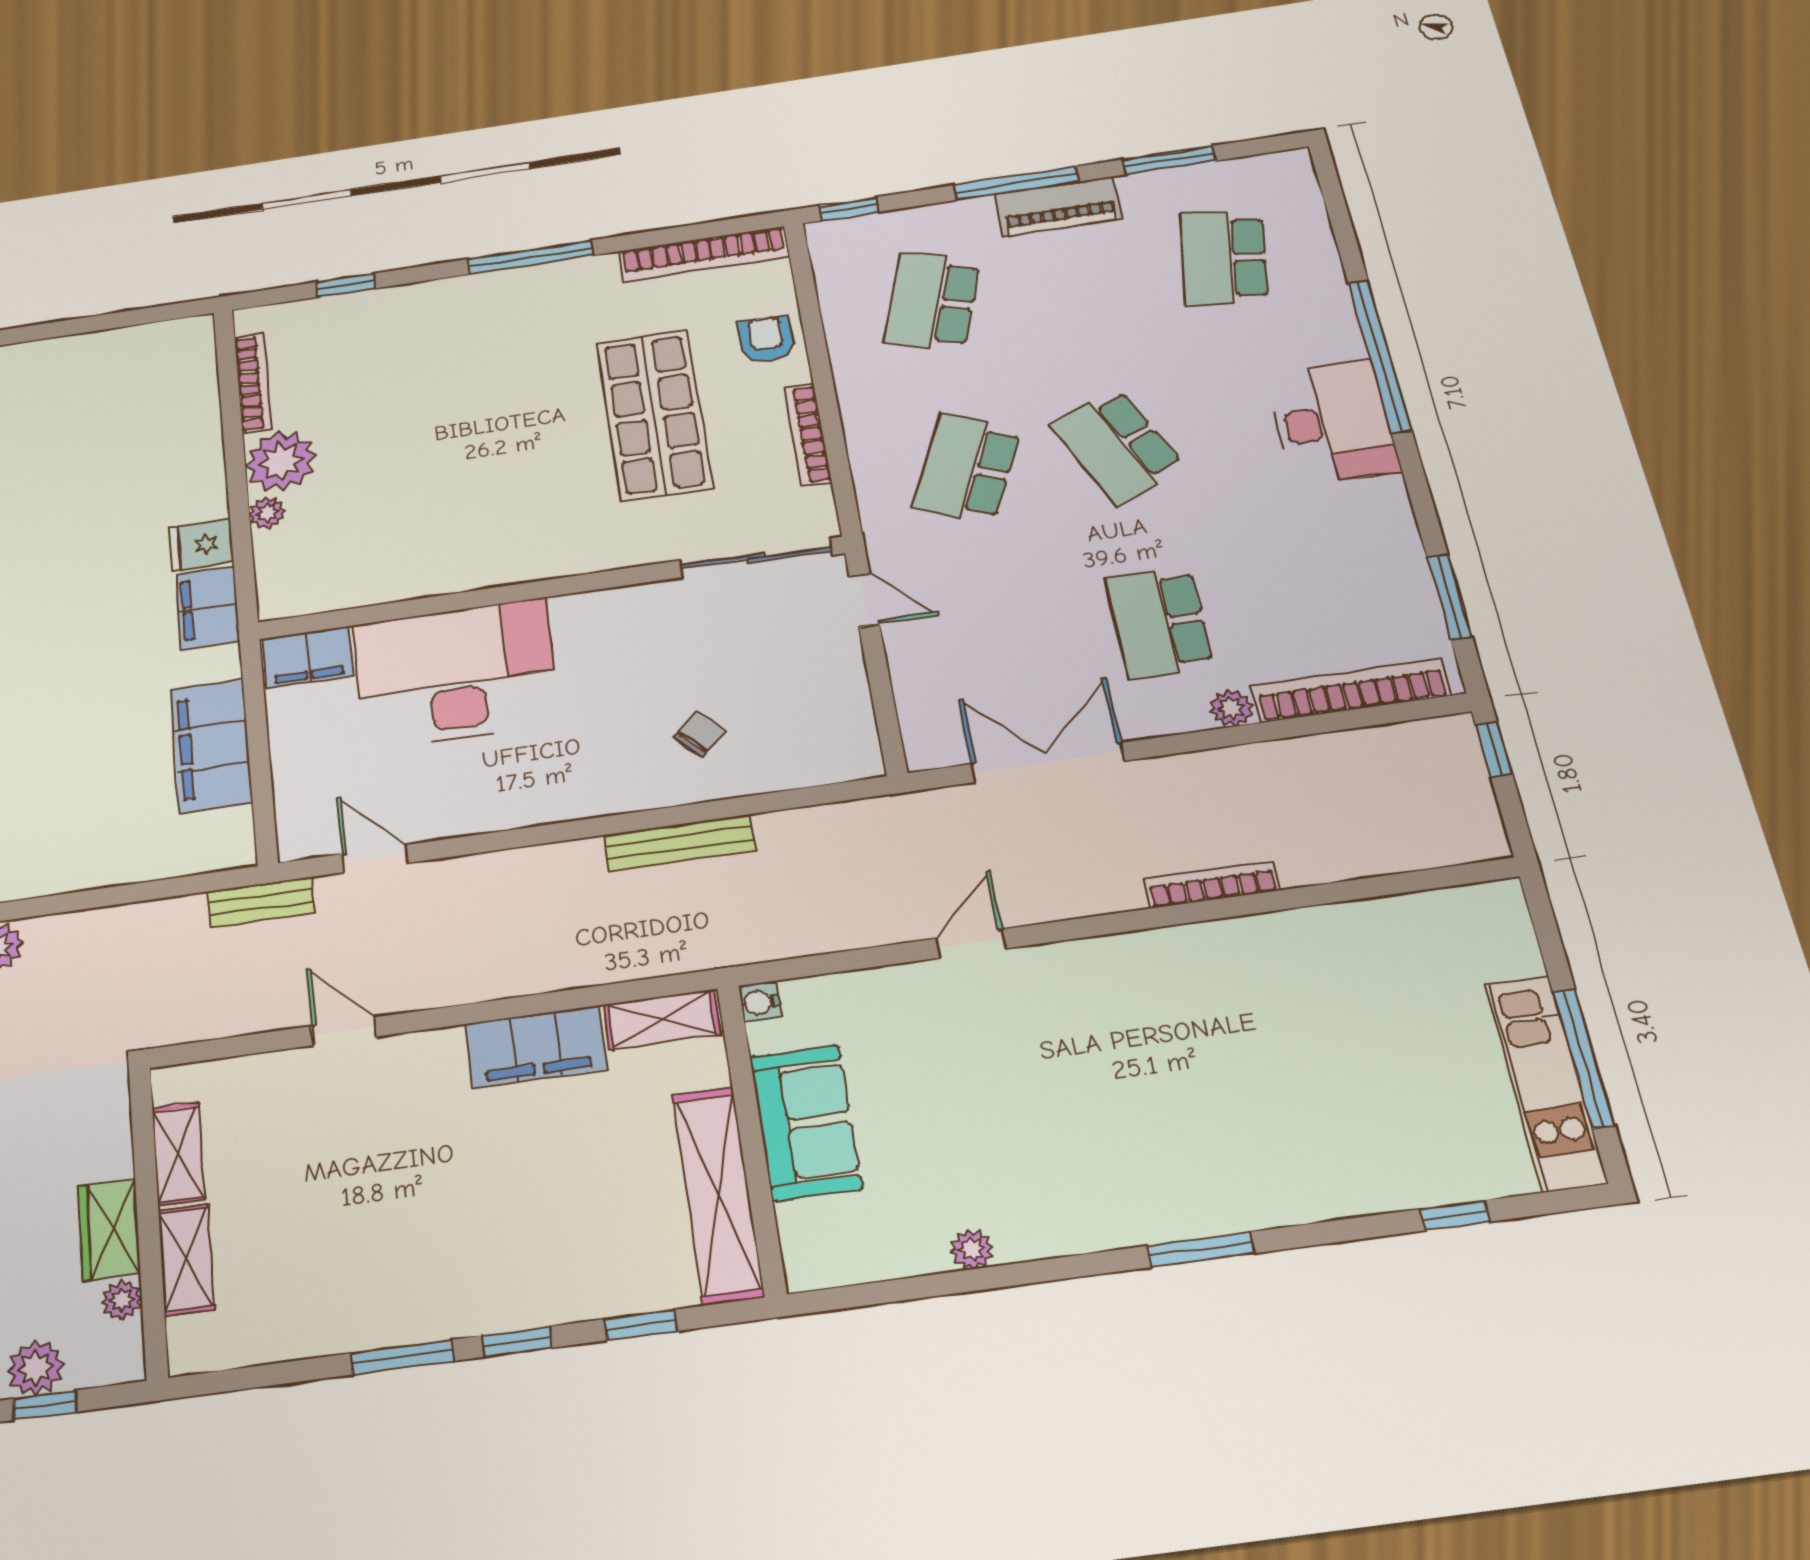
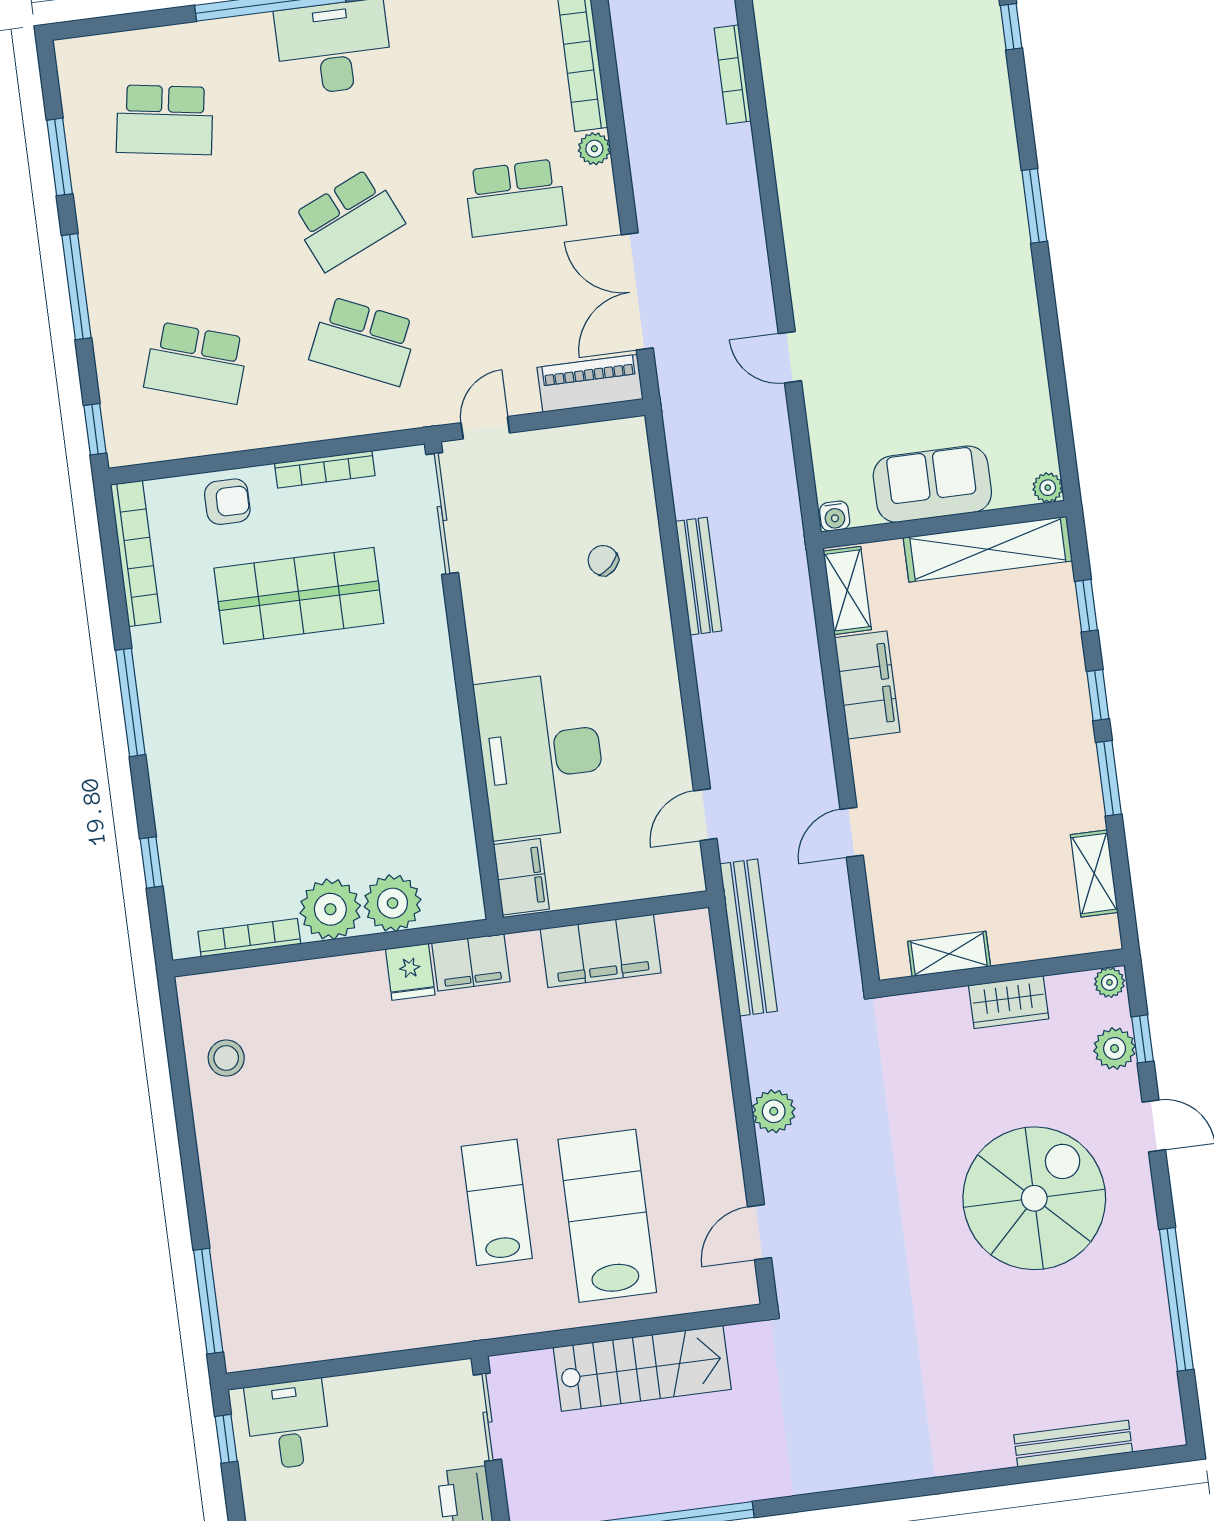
piano: (1058, 206) -> (590, 383), moved, turned -90
armchair: (766, 339) -> (227, 502), turned 180
stool: (117, 367) -> (226, 1058), added
plant: (267, 513) -> (393, 903), width x1.88, depth x1.88
bookcase: (1212, 885) -> (733, 75), moved
bench: (261, 902) -> (748, 938), width x1.86, depth x1.21
plant: (972, 1249) -> (1048, 488), moved
shelving: (186, 1259) -> (1094, 873), moved, turned 90
plant: (122, 1300) -> (1109, 982), moved

